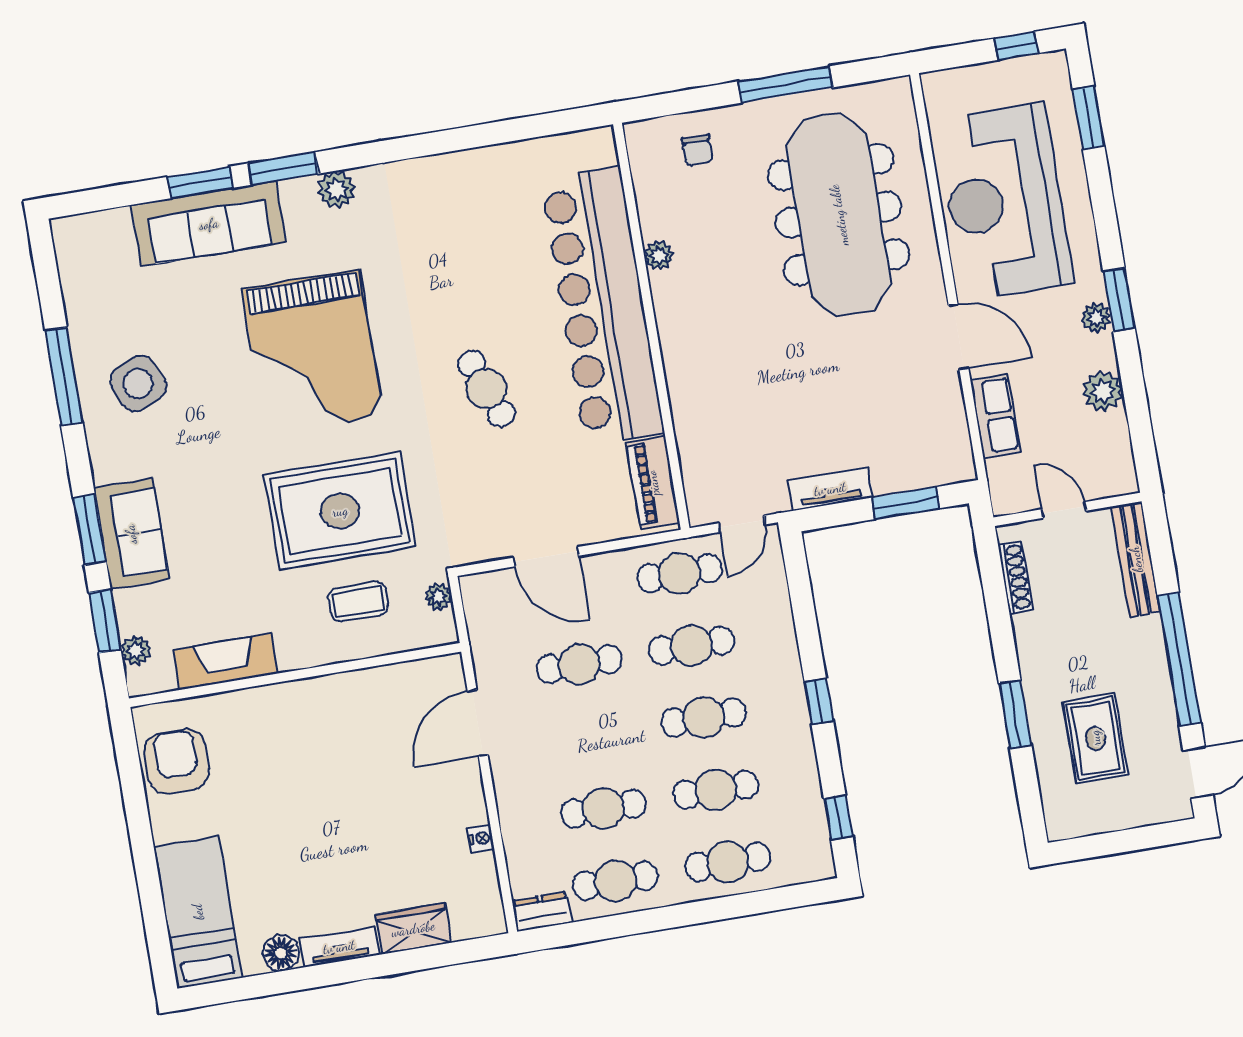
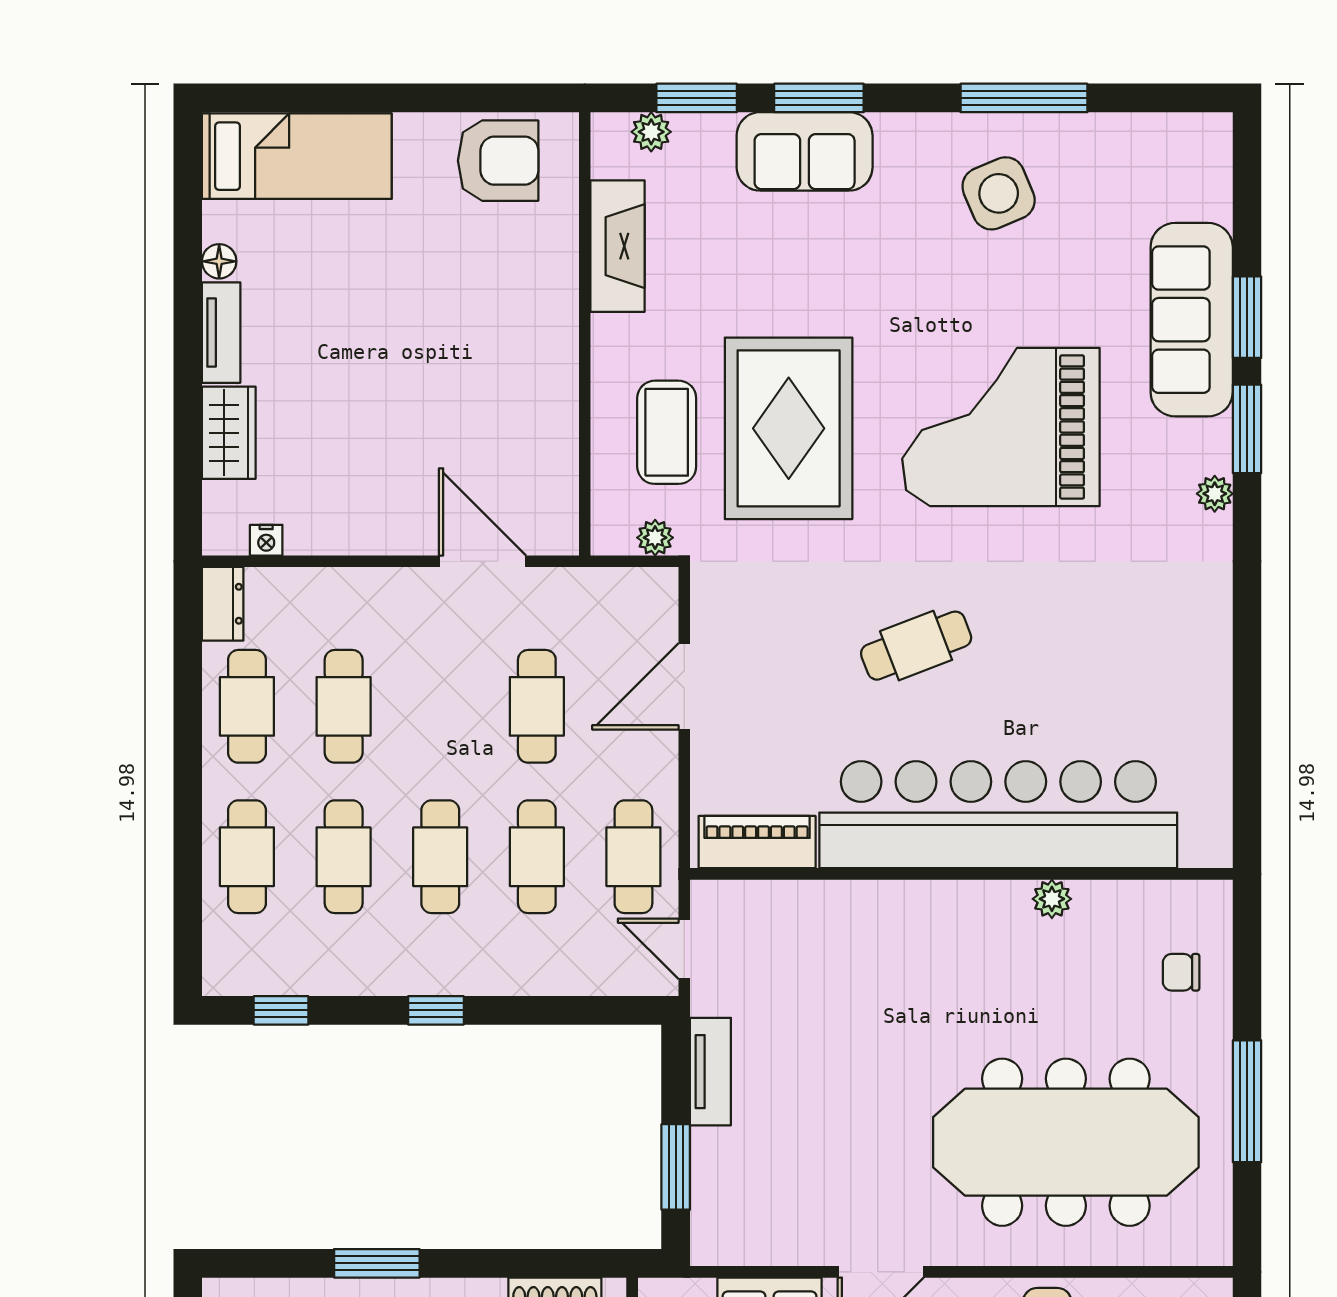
plant: (337, 190) -> (1215, 494), width x0.73, depth x0.73
coffee table: (358, 601) -> (667, 432), width x1.36, depth x1.30
nightstand: (481, 838) -> (266, 540), moved
floor lamp: (281, 953) -> (219, 261), width x0.73, depth x0.73

